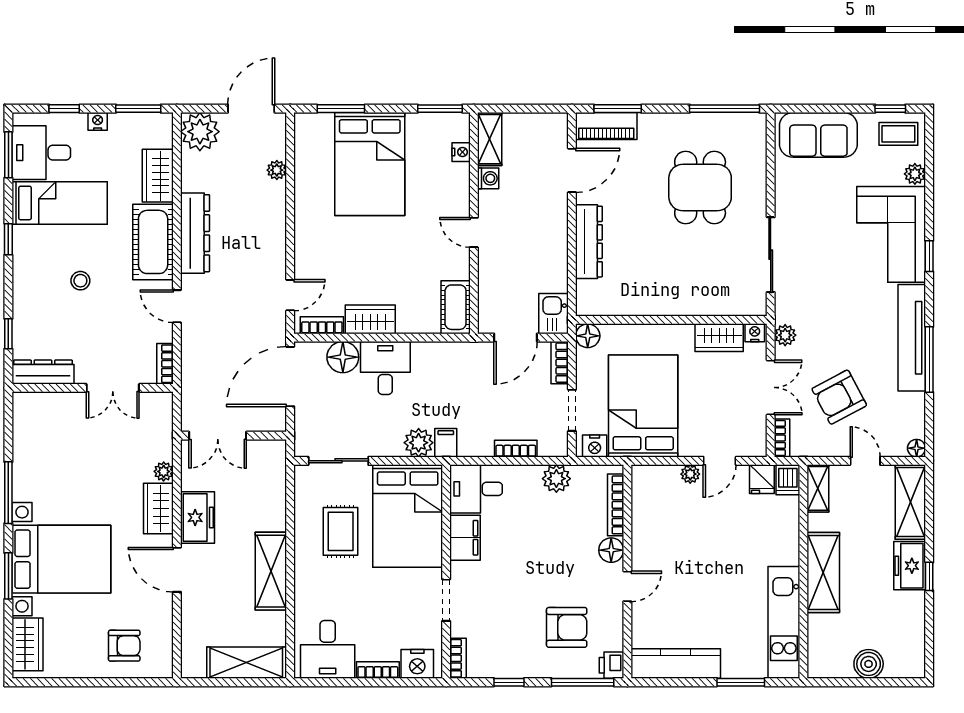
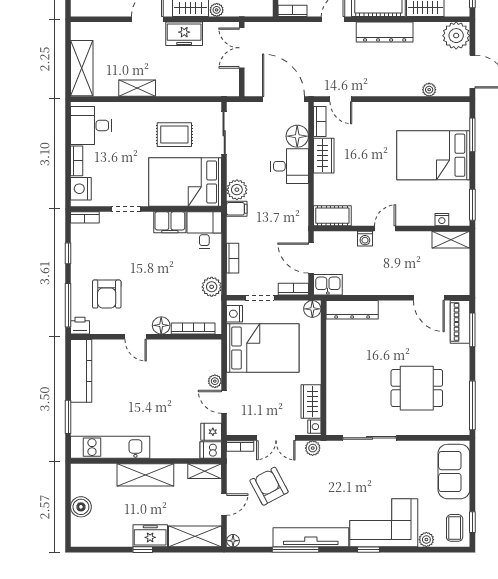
washing machine: (488, 178) -> (365, 239), moved
dresser: (589, 242) -> (352, 310), moved
shelving: (271, 571) -> (137, 88), width x0.67, depth x0.75

